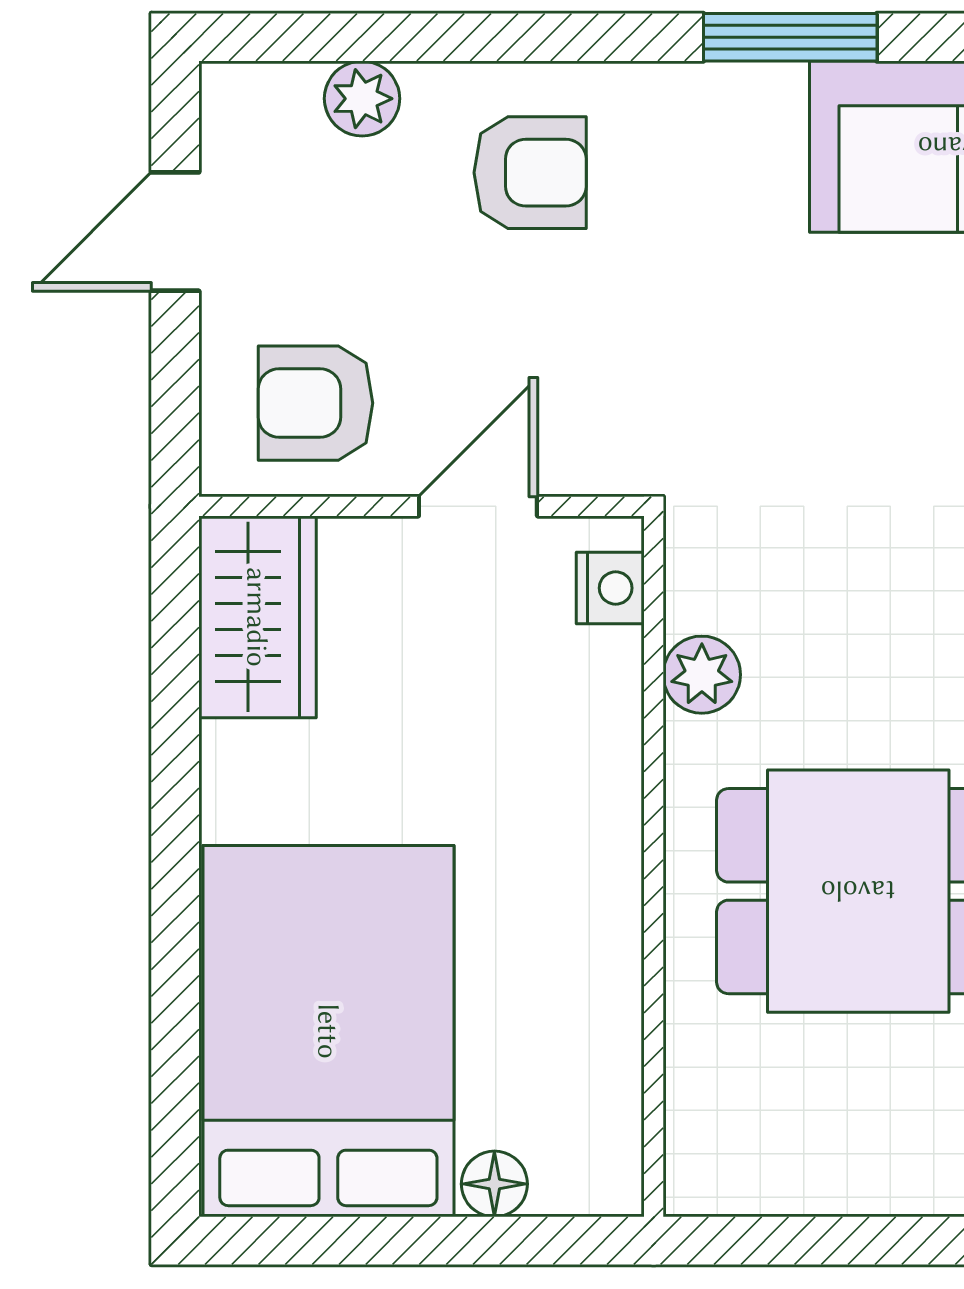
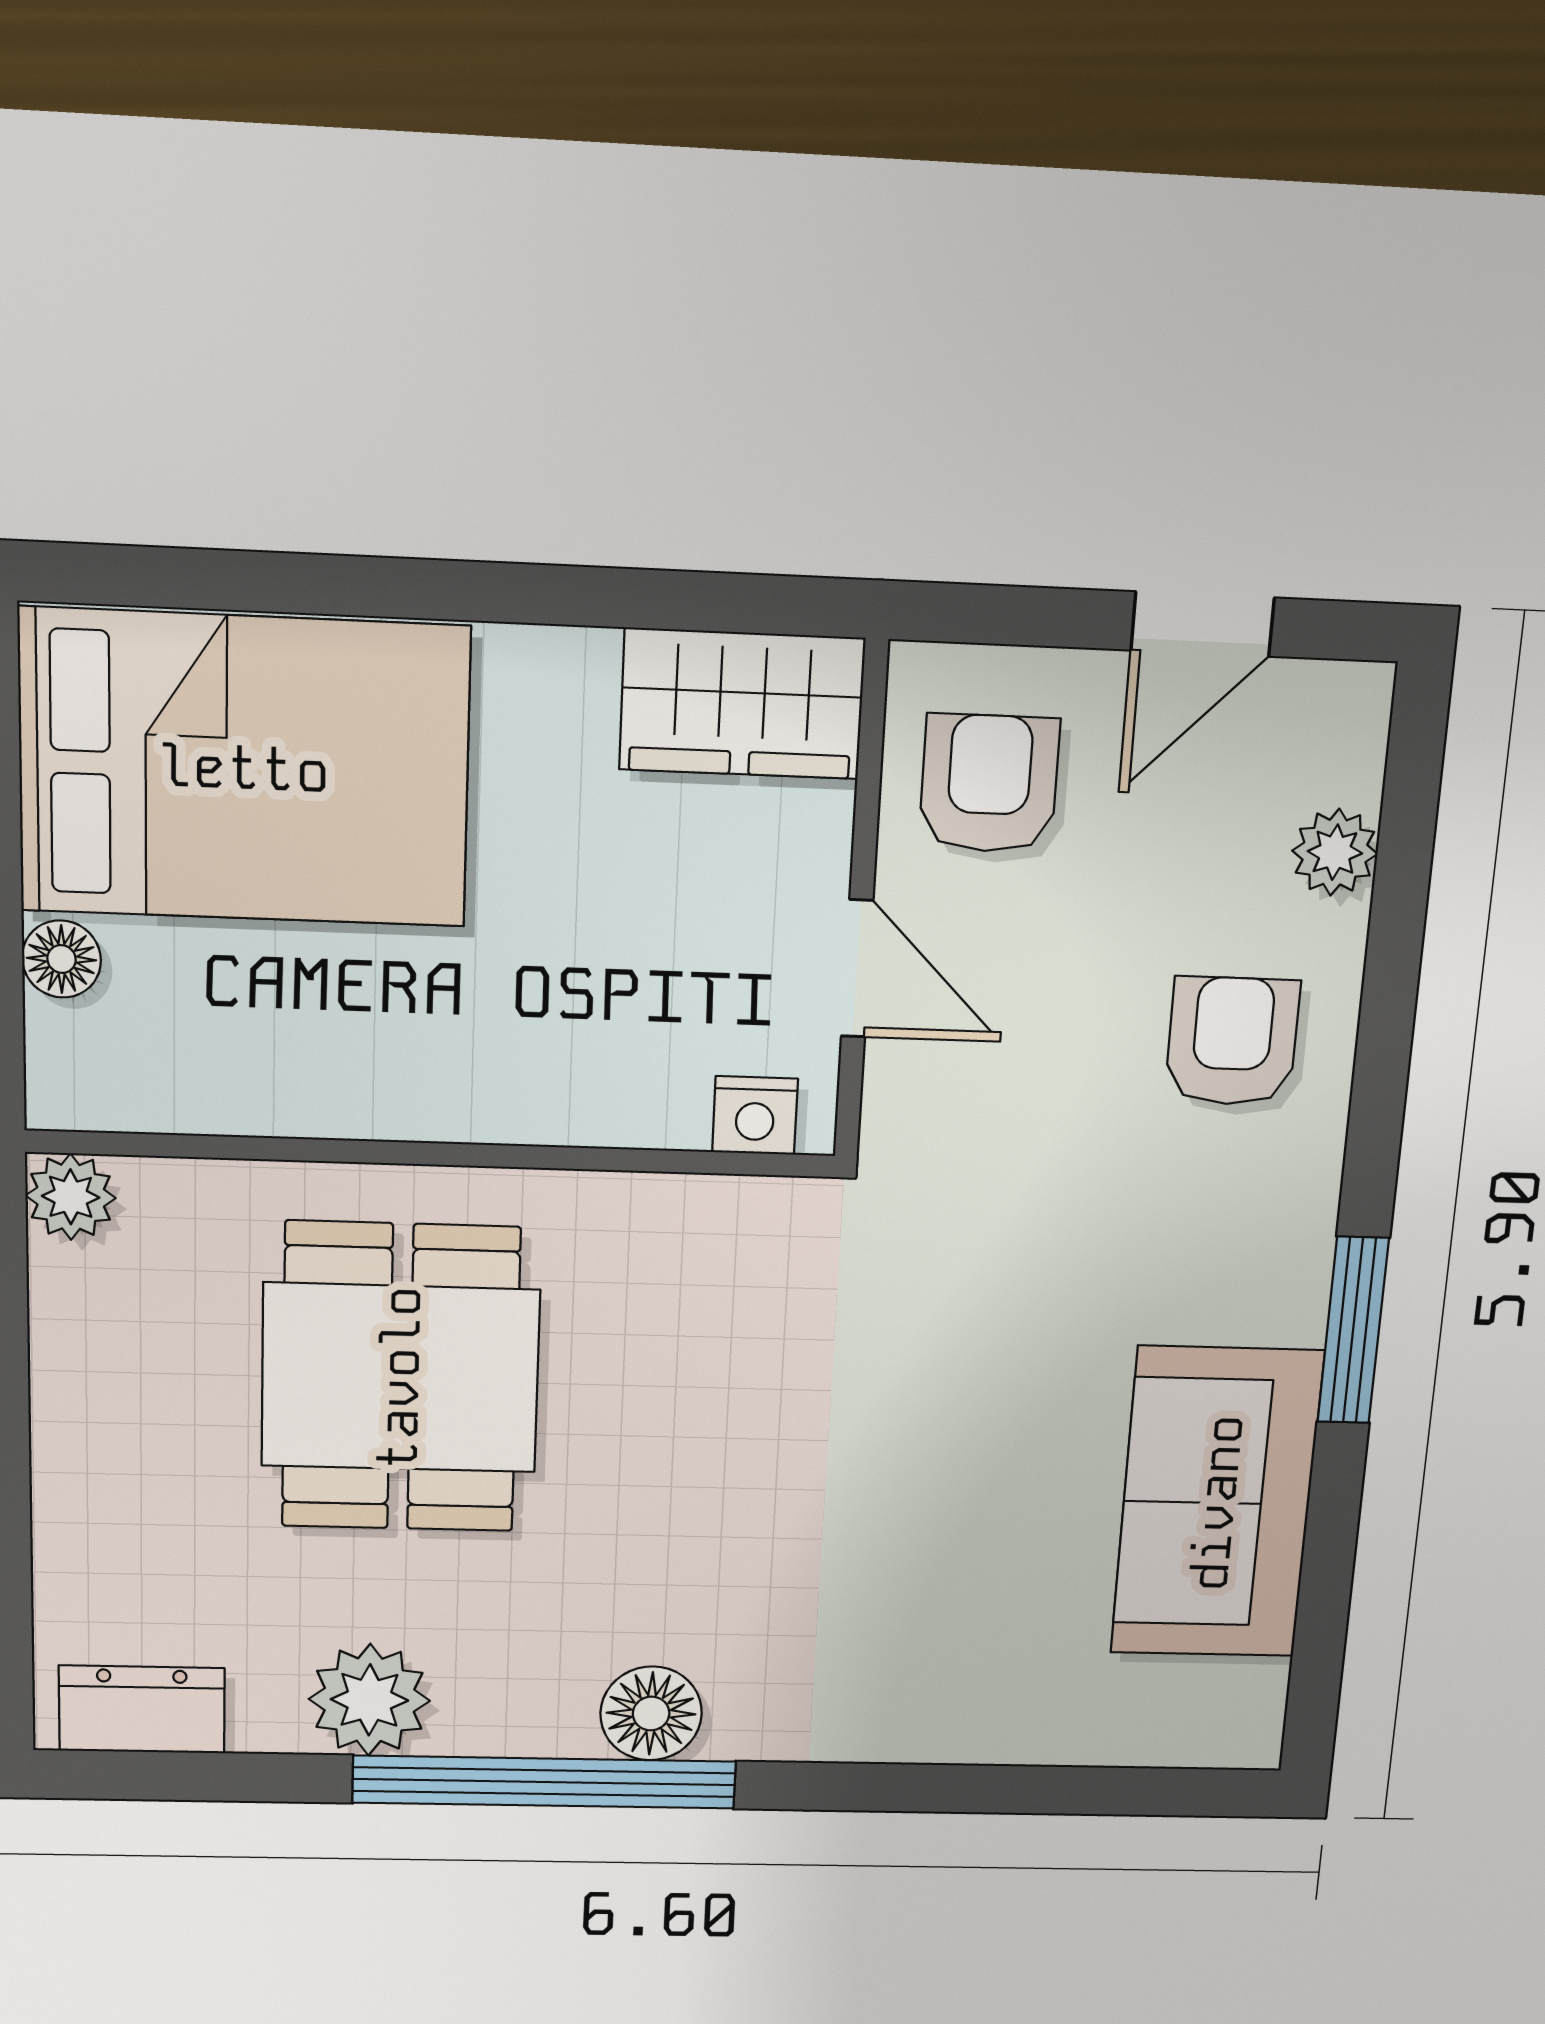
armchair: (530, 173) -> (1232, 1041), turned 180
door: (175, 232) -> (1203, 624), swing flipped
plant: (702, 675) -> (71, 1197), moved

